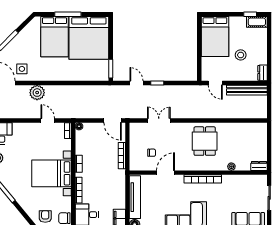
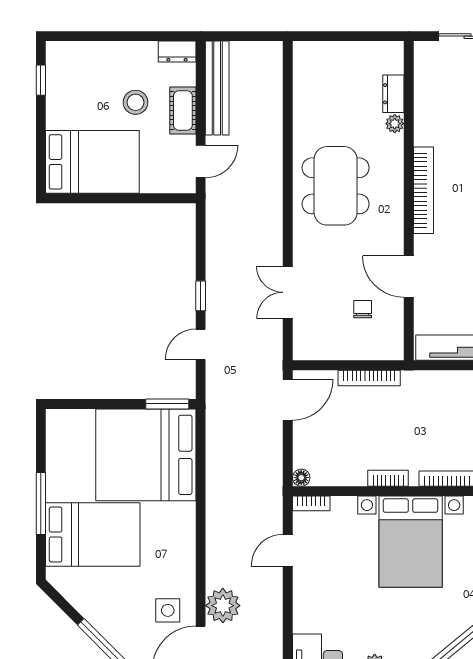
cot: (257, 22) -> (183, 111), moved
bed: (89, 38) -> (146, 455), moved, turned 180
plant: (37, 93) -> (223, 606), moved
dining table: (205, 141) -> (336, 186), width x1.38
dresser: (259, 166) -> (393, 94), moved

